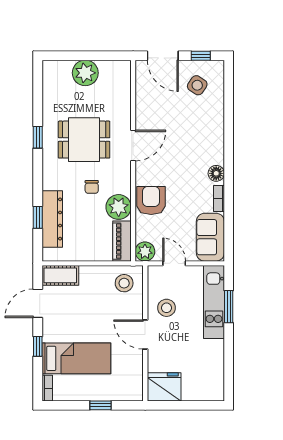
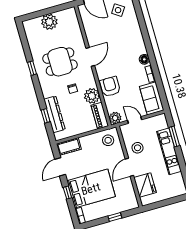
kitchen unit: (214, 302) -> (169, 151), moved
door: (145, 335) -> (129, 167), hinge flipped
bed: (76, 358) -> (91, 189), width x1.50
fridge: (164, 387) -> (145, 185), moved, turned 90

